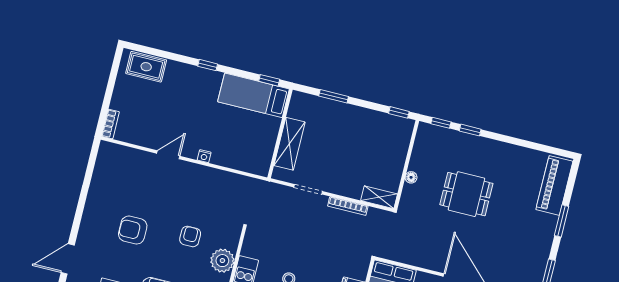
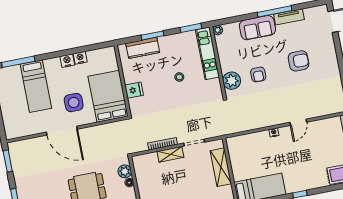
plant: (410, 194) -> (125, 171), added
shelving: (379, 197) -> (170, 154), moved
plant: (222, 261) -> (232, 81), moved

